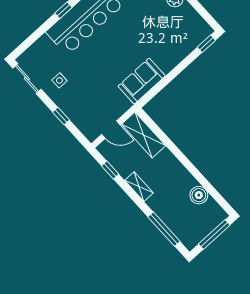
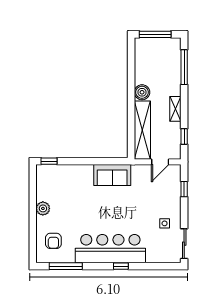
window: (61, 116) -> (184, 189), moved
door: (111, 130) -> (160, 162), swing flipped
shelving: (144, 135) -> (142, 130), width x1.47
boiler: (199, 195) -> (142, 92), moved

